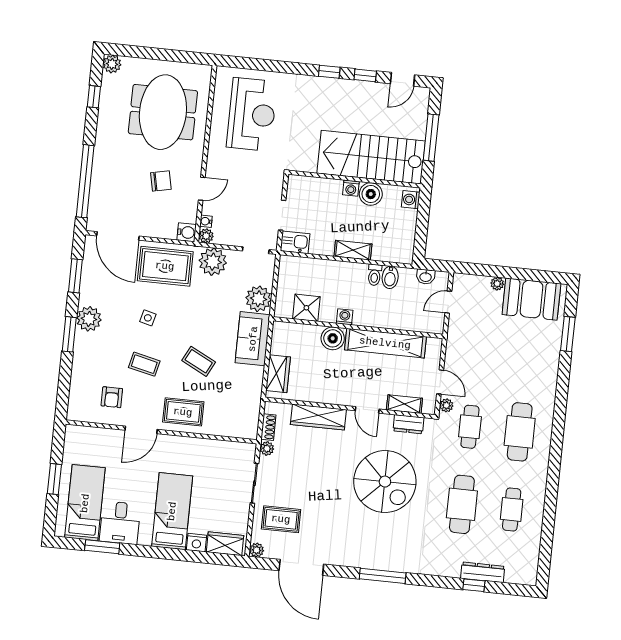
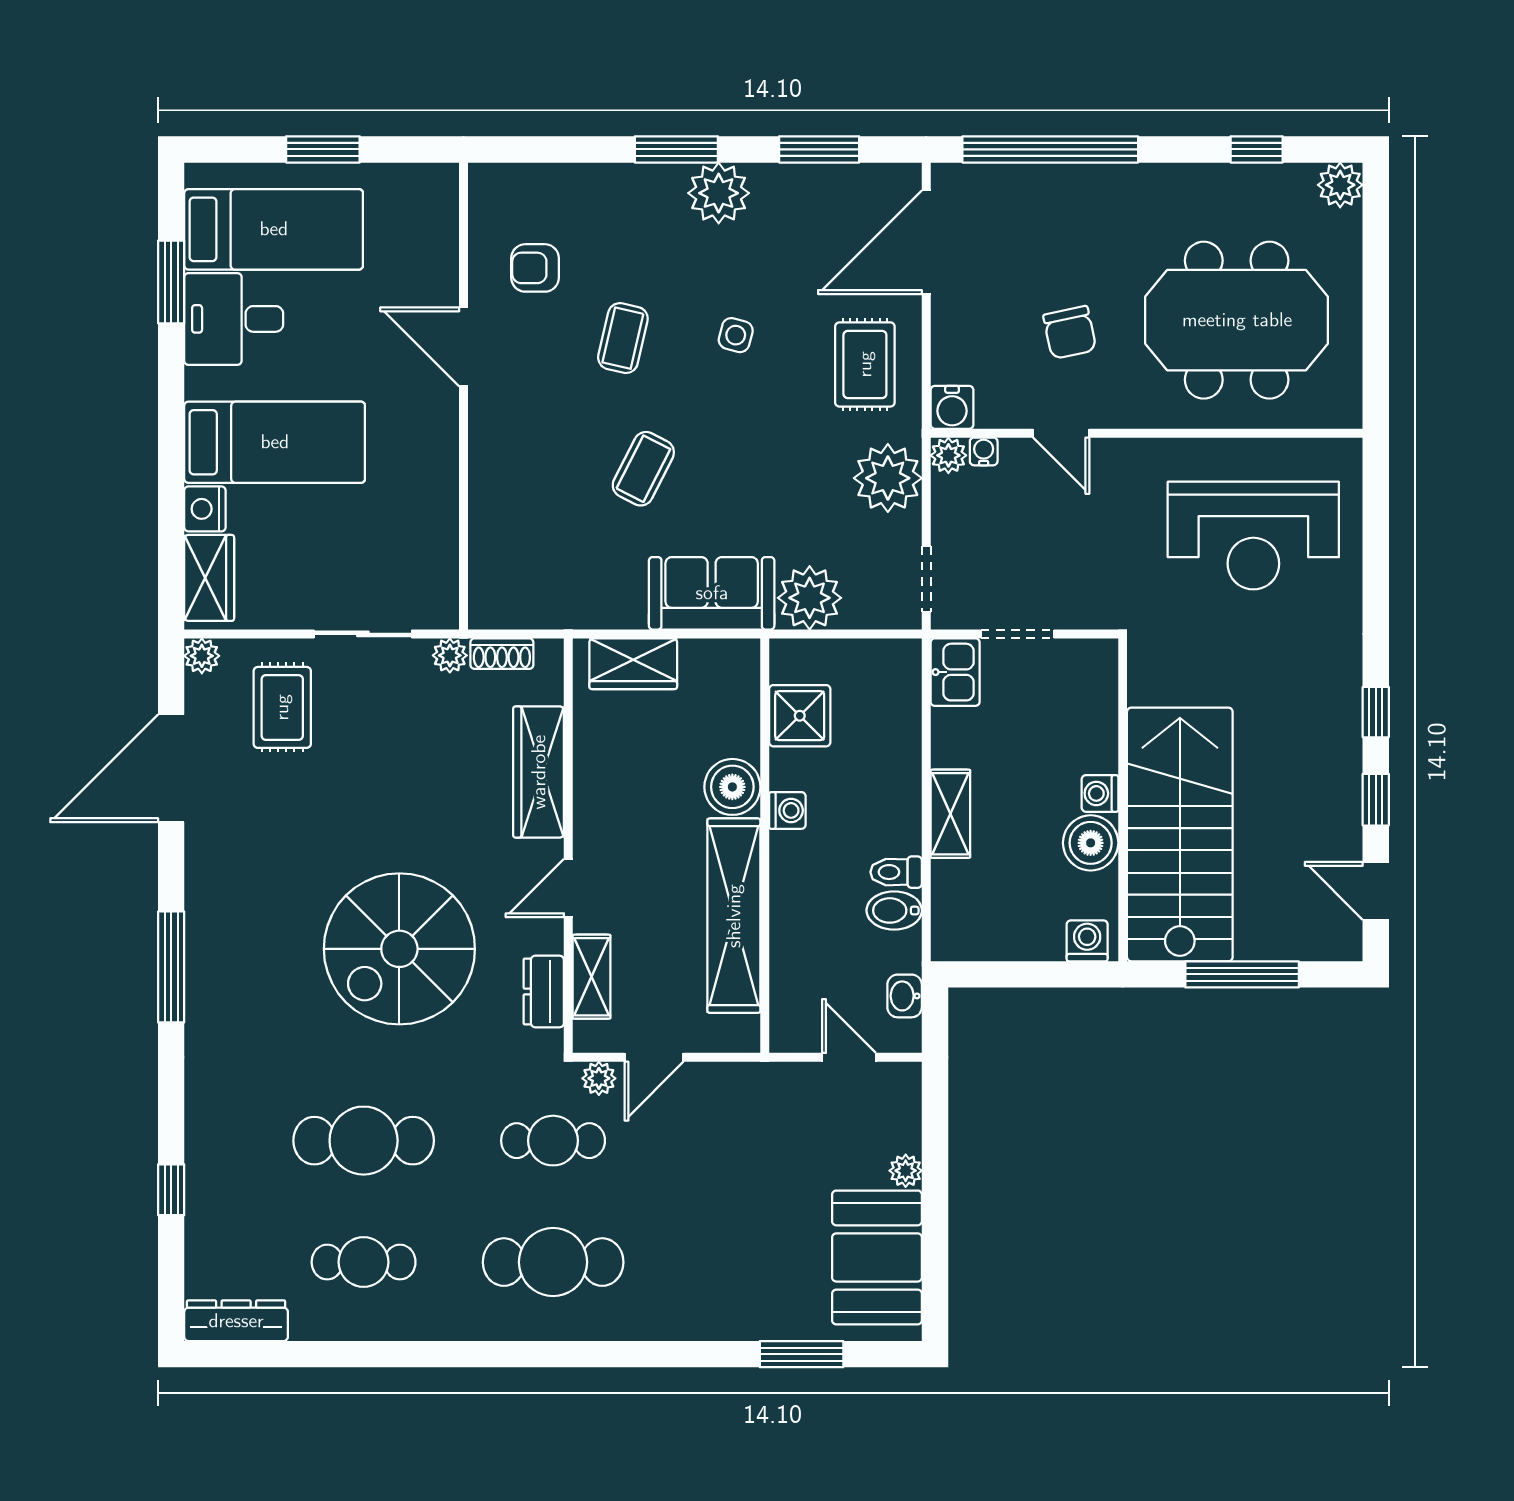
rug: (165, 266) -> (865, 364), width x0.73, depth x0.70
rug: (183, 412) -> (517, 444), removed
dresser: (483, 572) -> (236, 1321), moved, turned -90

